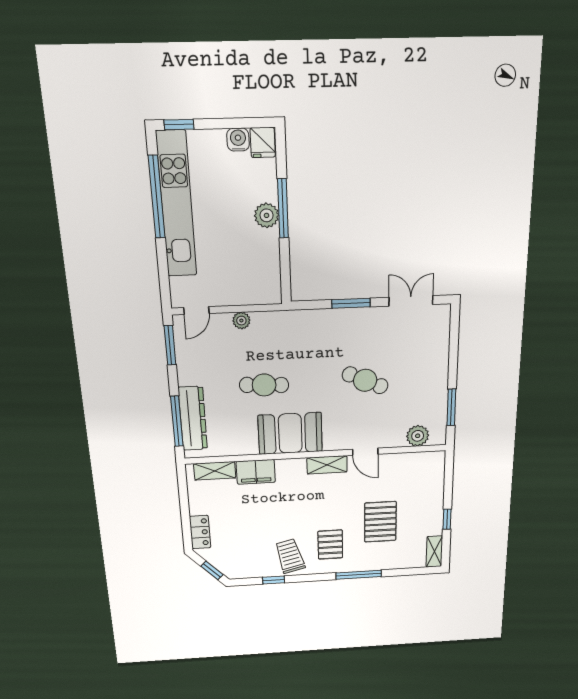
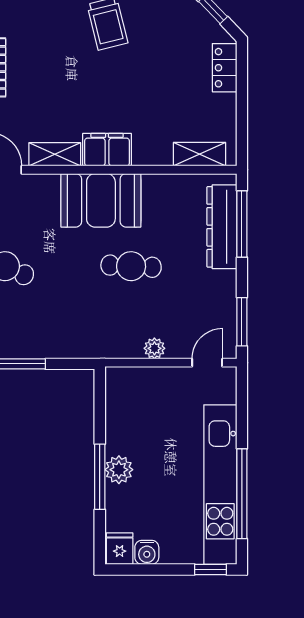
filing cabinet: (256, 472) -> (107, 150), moved
pallet: (330, 545) -> (53, 38), removed

